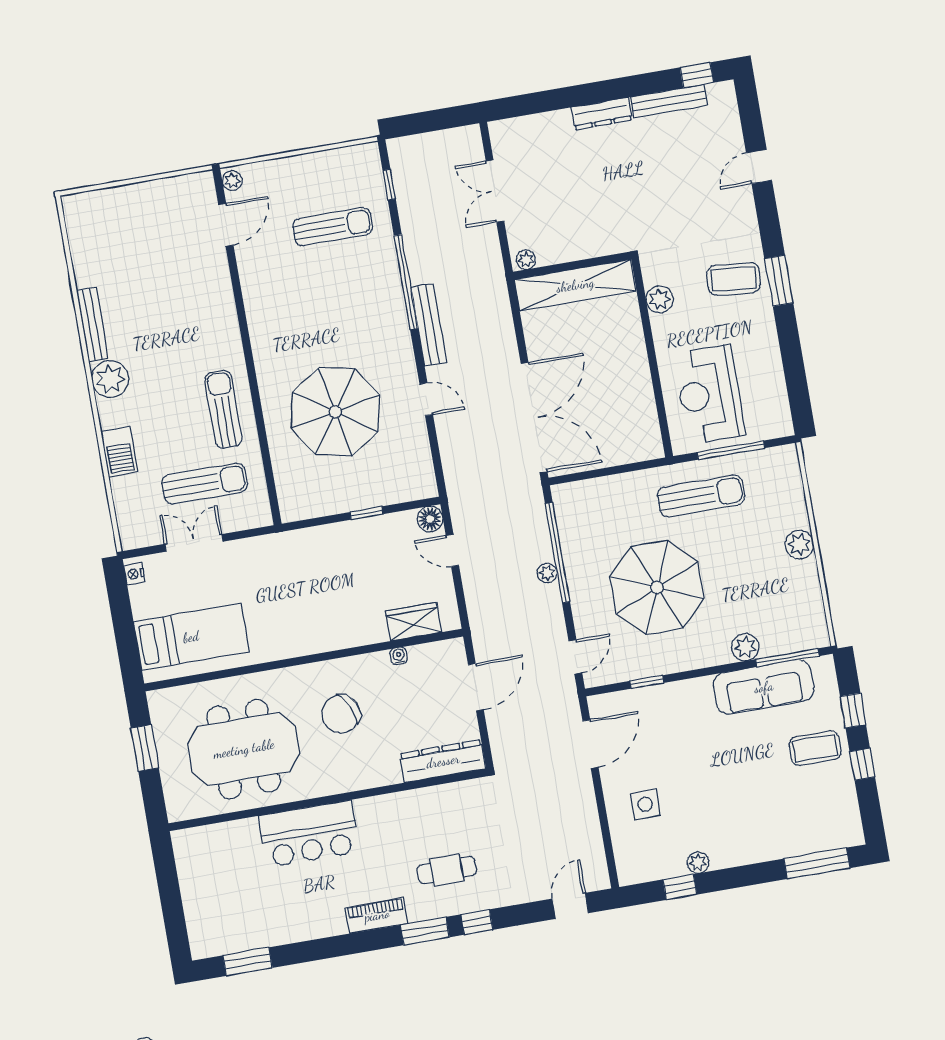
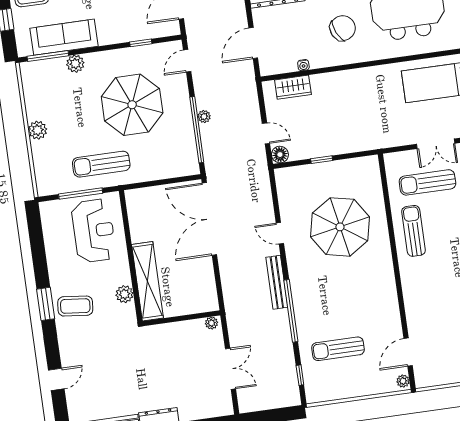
shelving: (575, 285) -> (147, 281), moved, turned 90
sun lounger: (223, 409) -> (414, 231), turned 180

